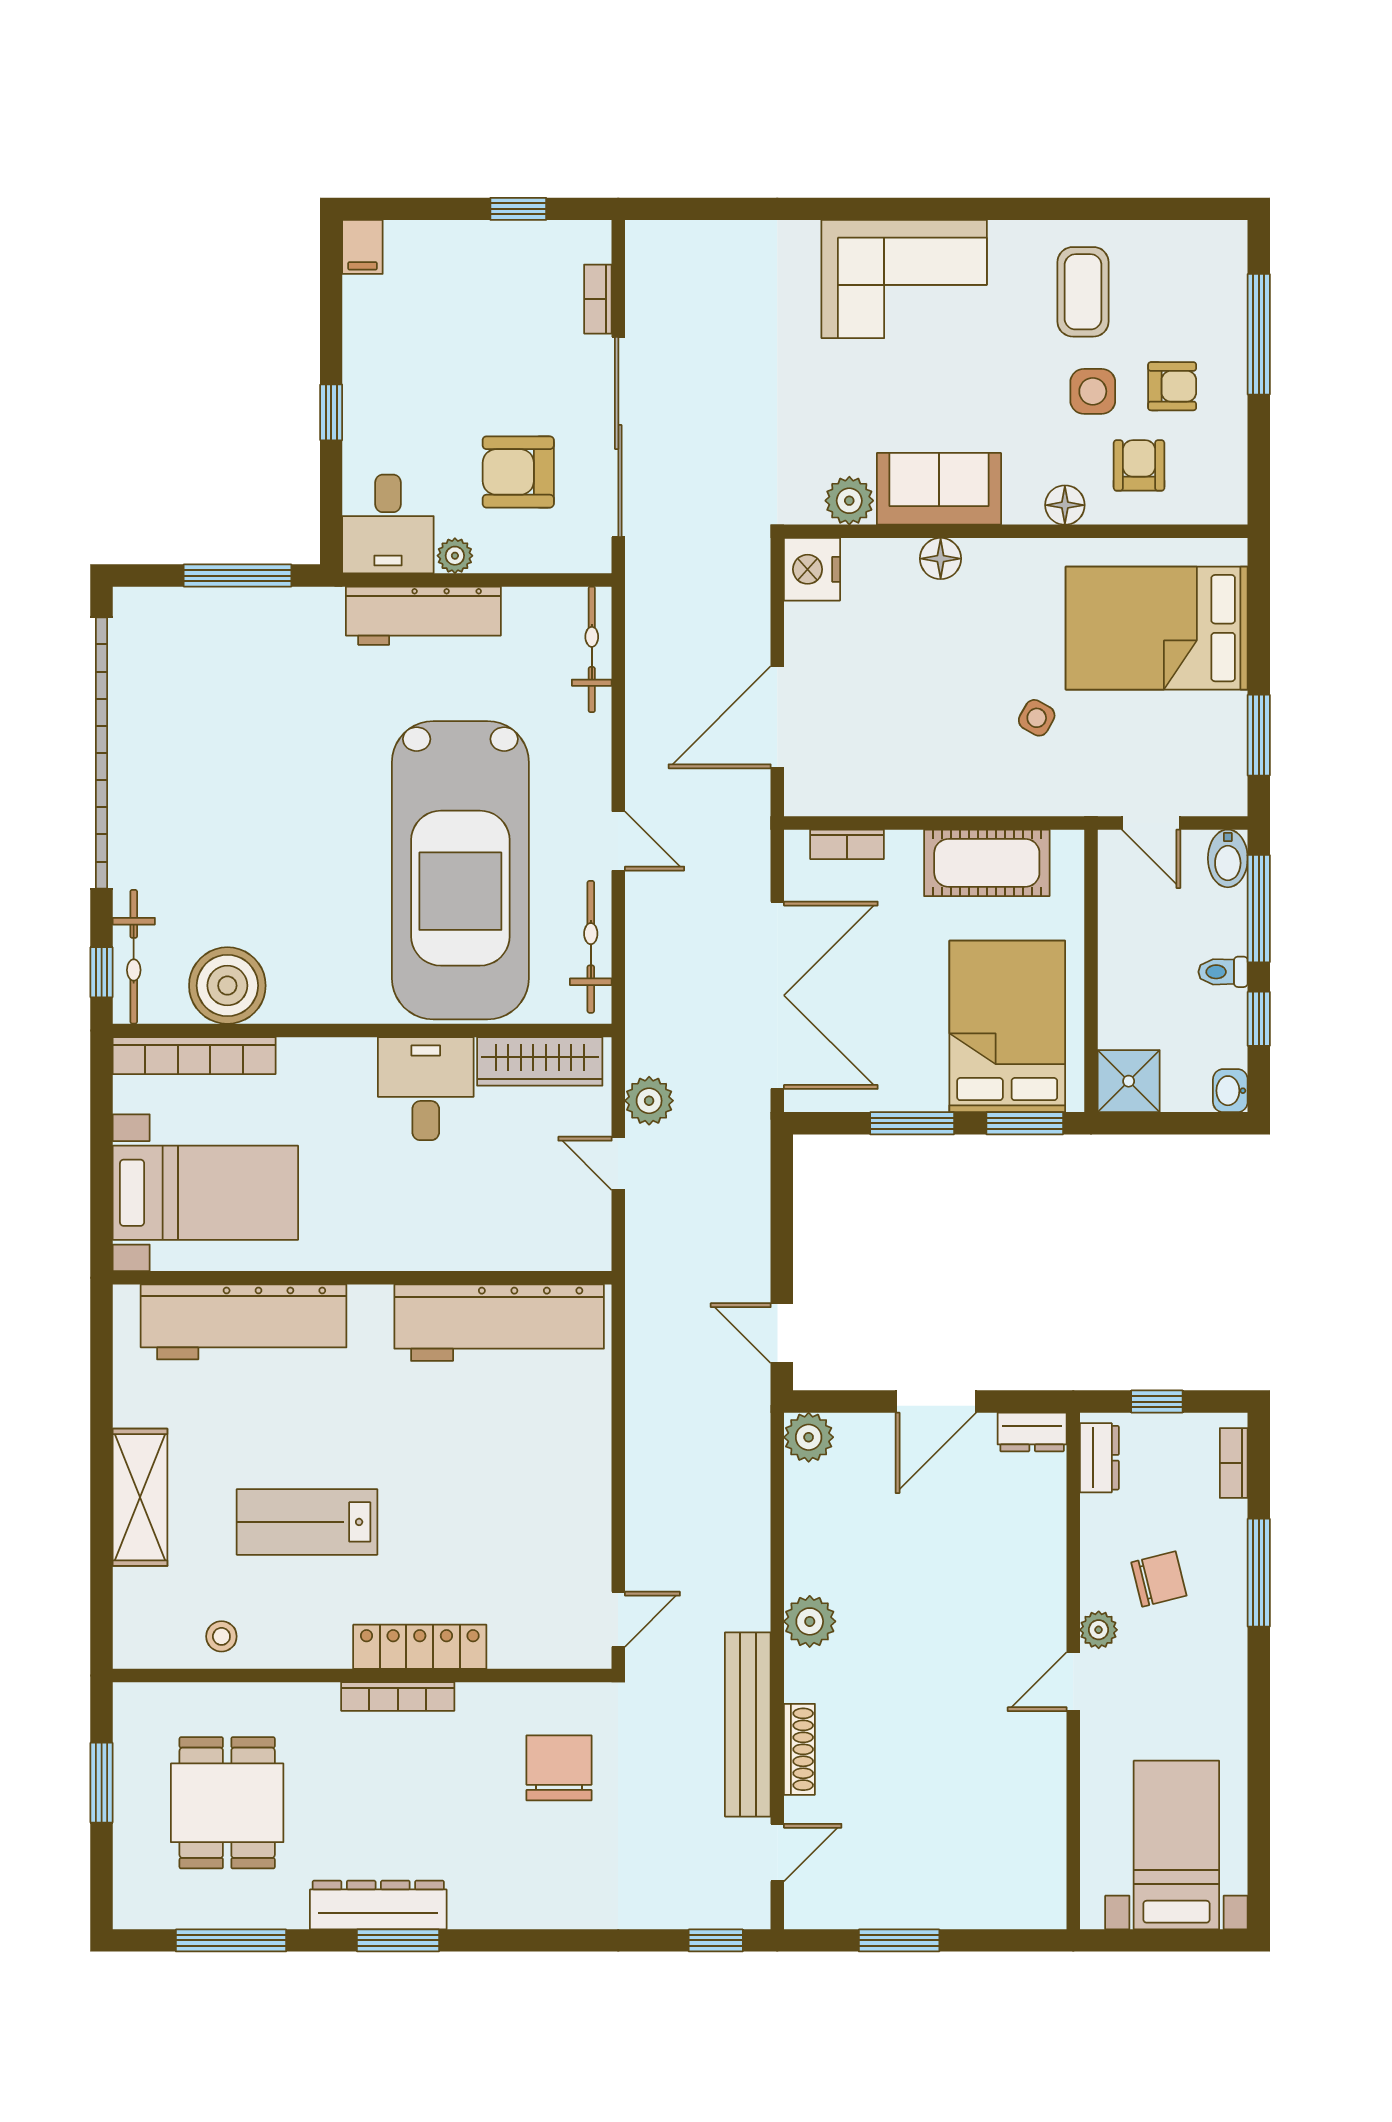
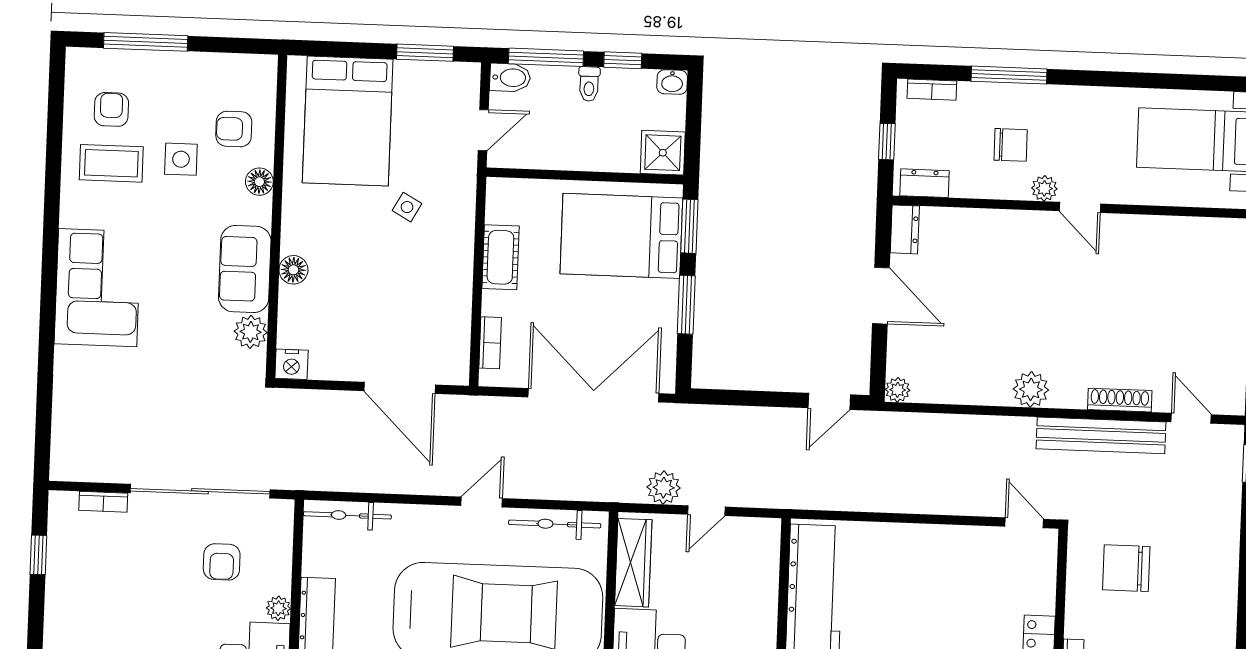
armchair: (1172, 386) -> (111, 109), moved
armchair: (518, 472) -> (222, 562), width x0.72, depth x0.72
nightstand: (812, 569) -> (291, 364), width x0.74, depth x0.75
cot: (987, 863) -> (500, 257), width x0.73, depth x0.75
plant: (809, 1437) -> (898, 390), width x0.73, depth x0.73
chair: (1159, 1579) -> (1011, 145), turned 104

